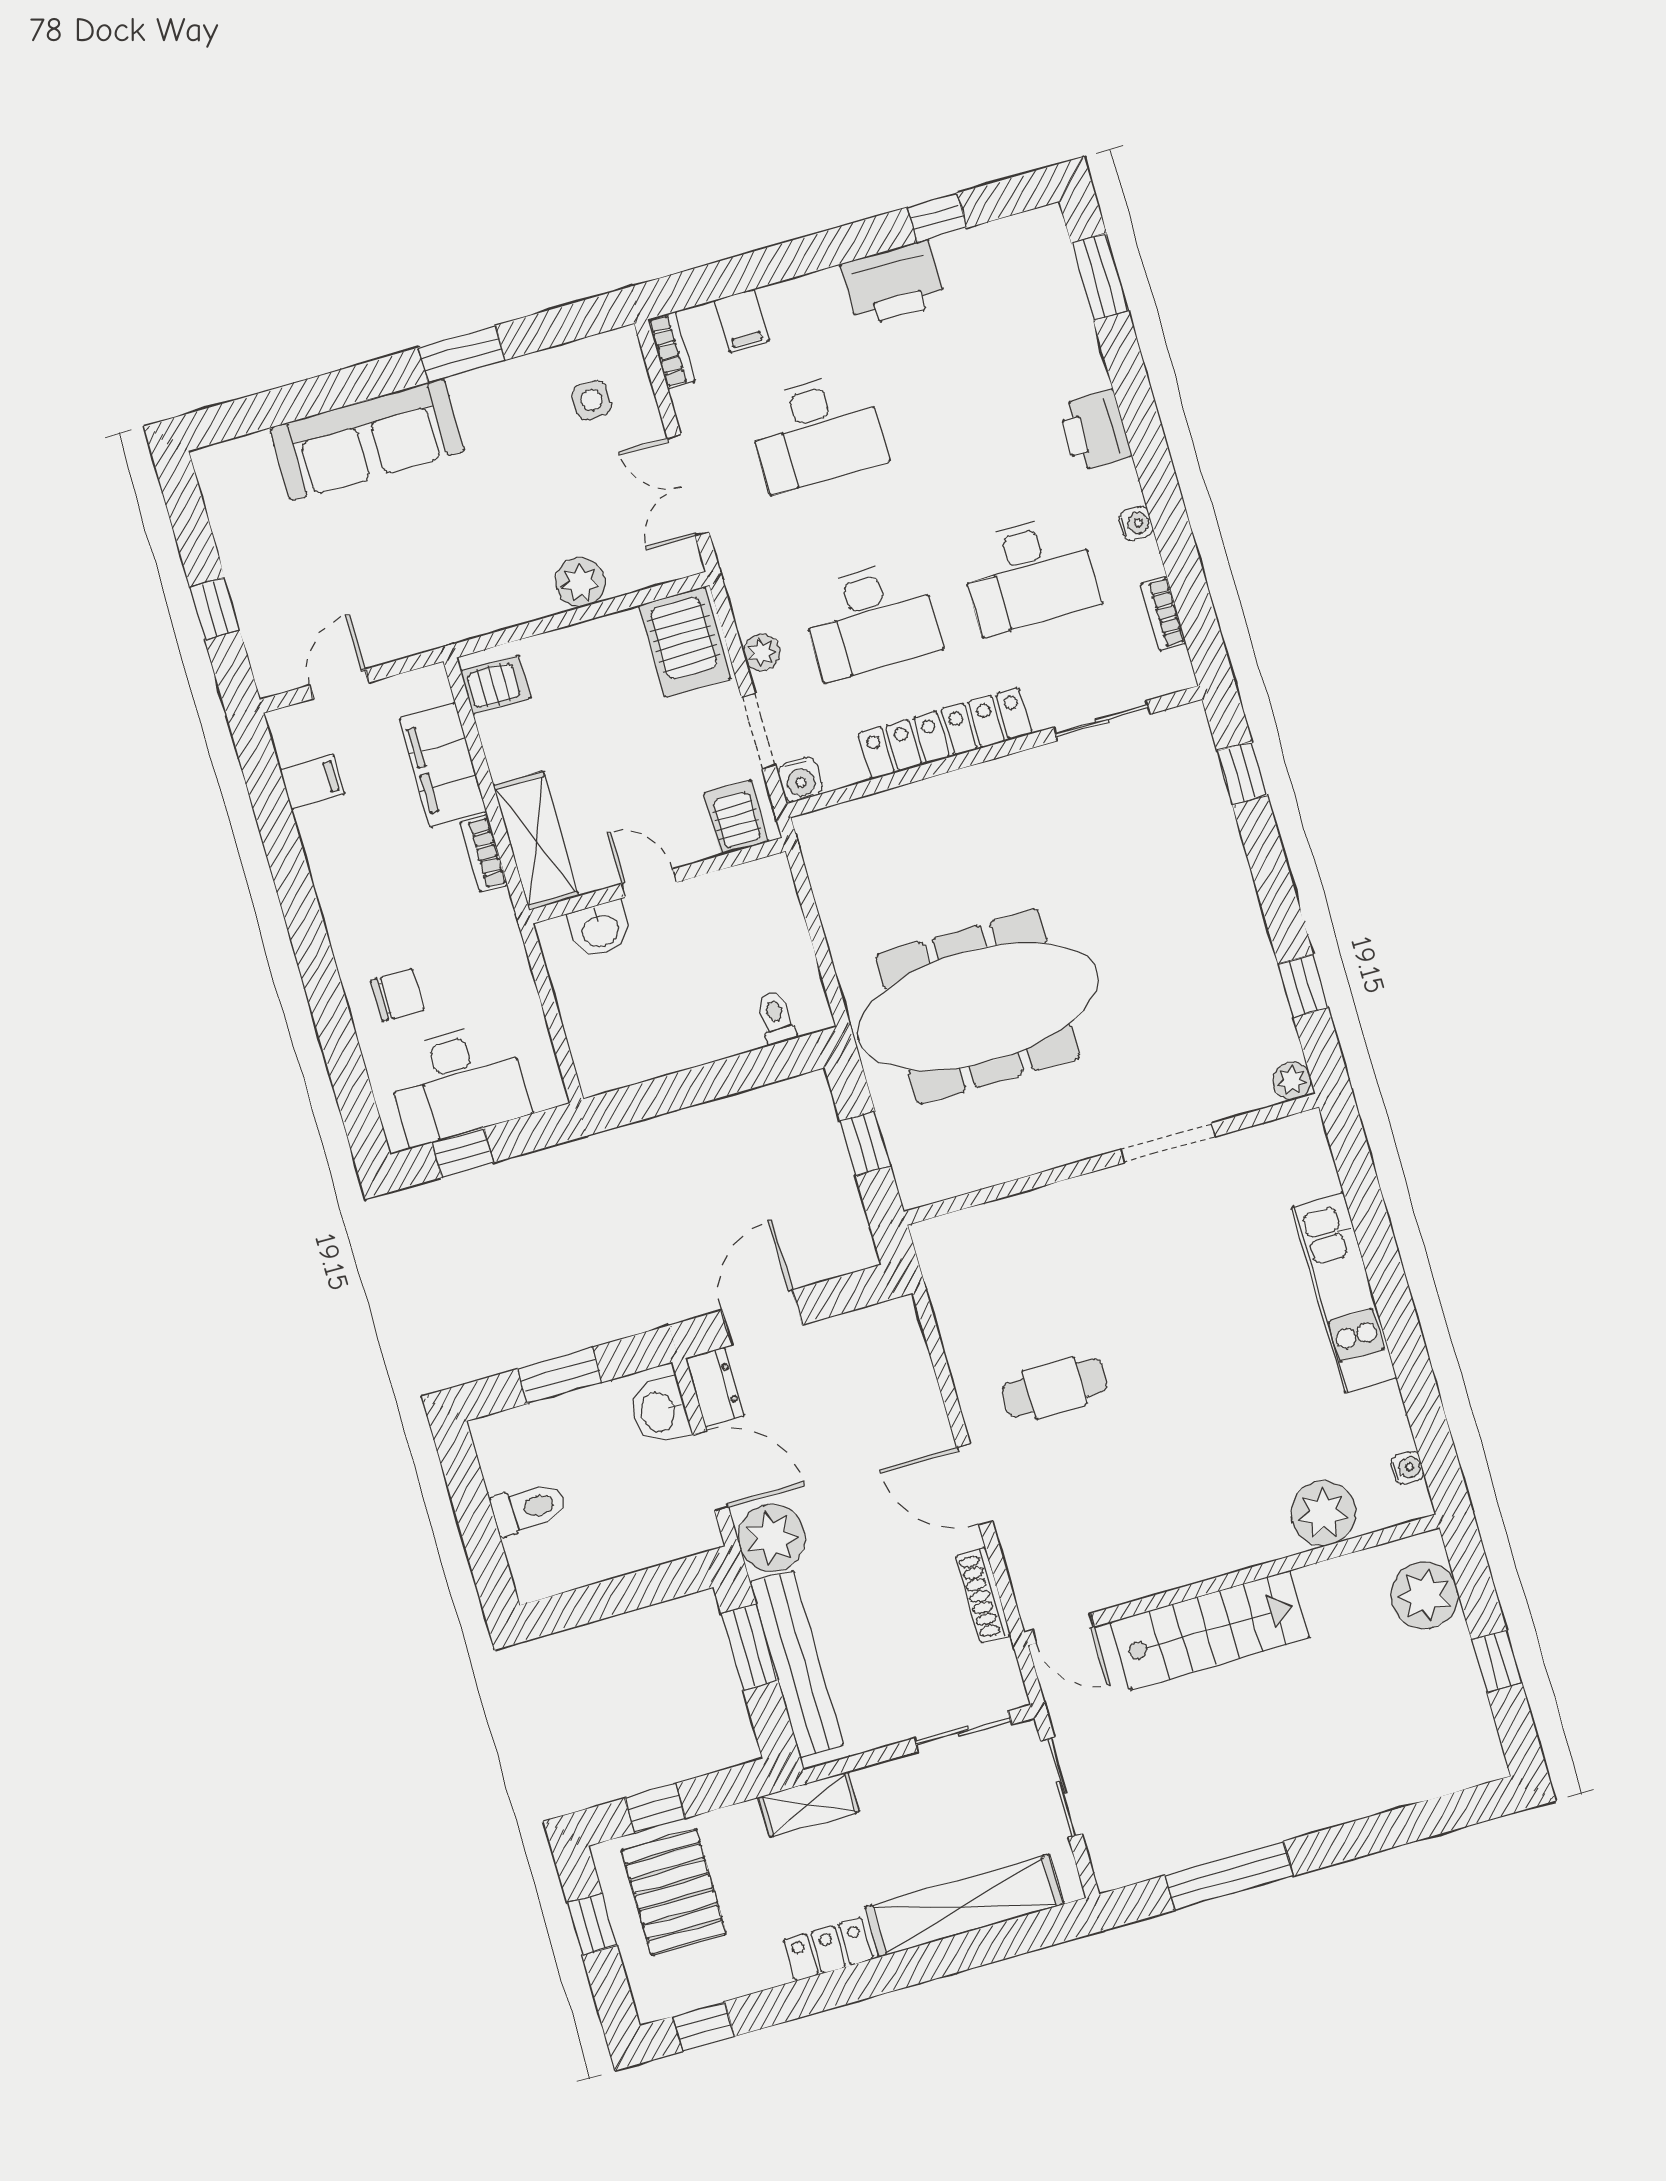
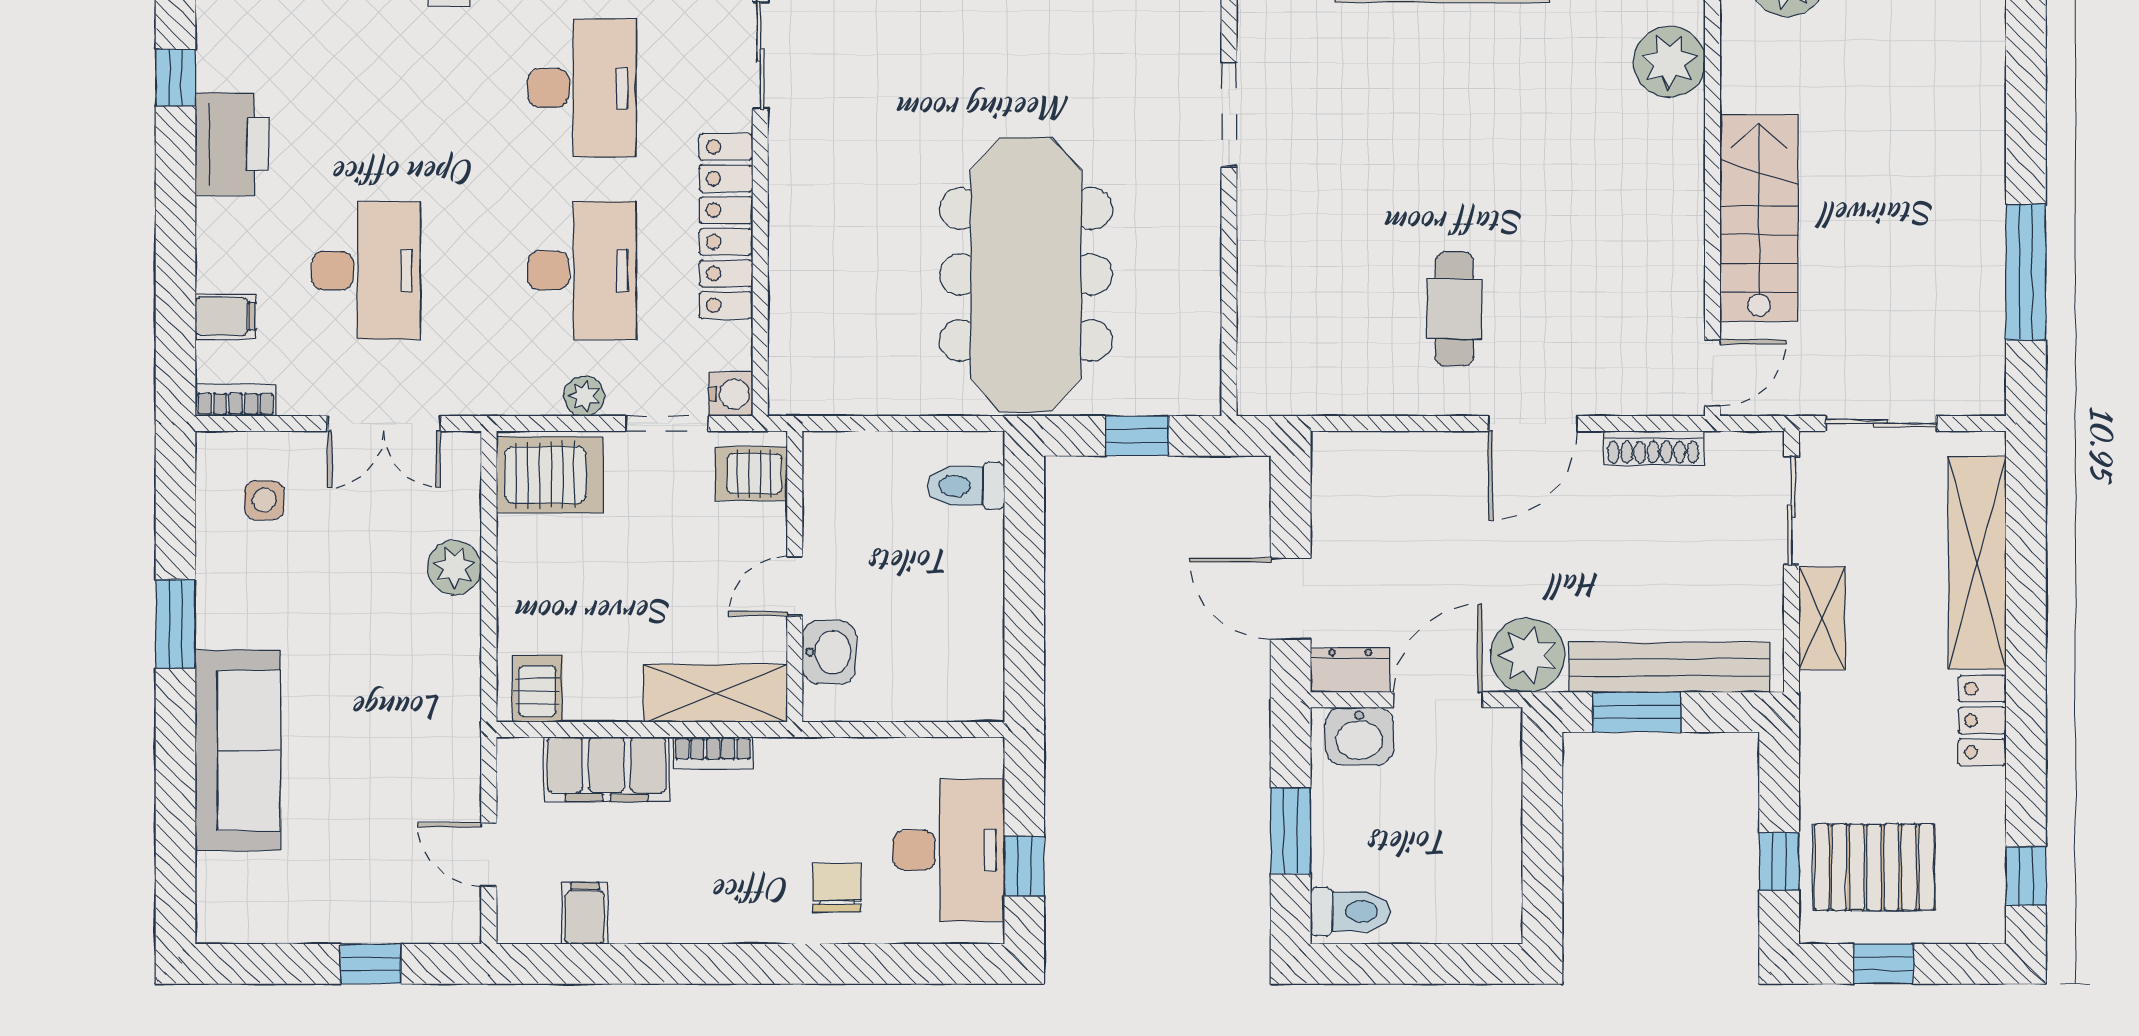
toilet: (776, 1018) -> (966, 486), width x1.37, depth x1.39
toilet: (529, 1508) -> (1350, 912), moved, turned 90
shelving: (809, 1804) -> (1822, 618), moved

